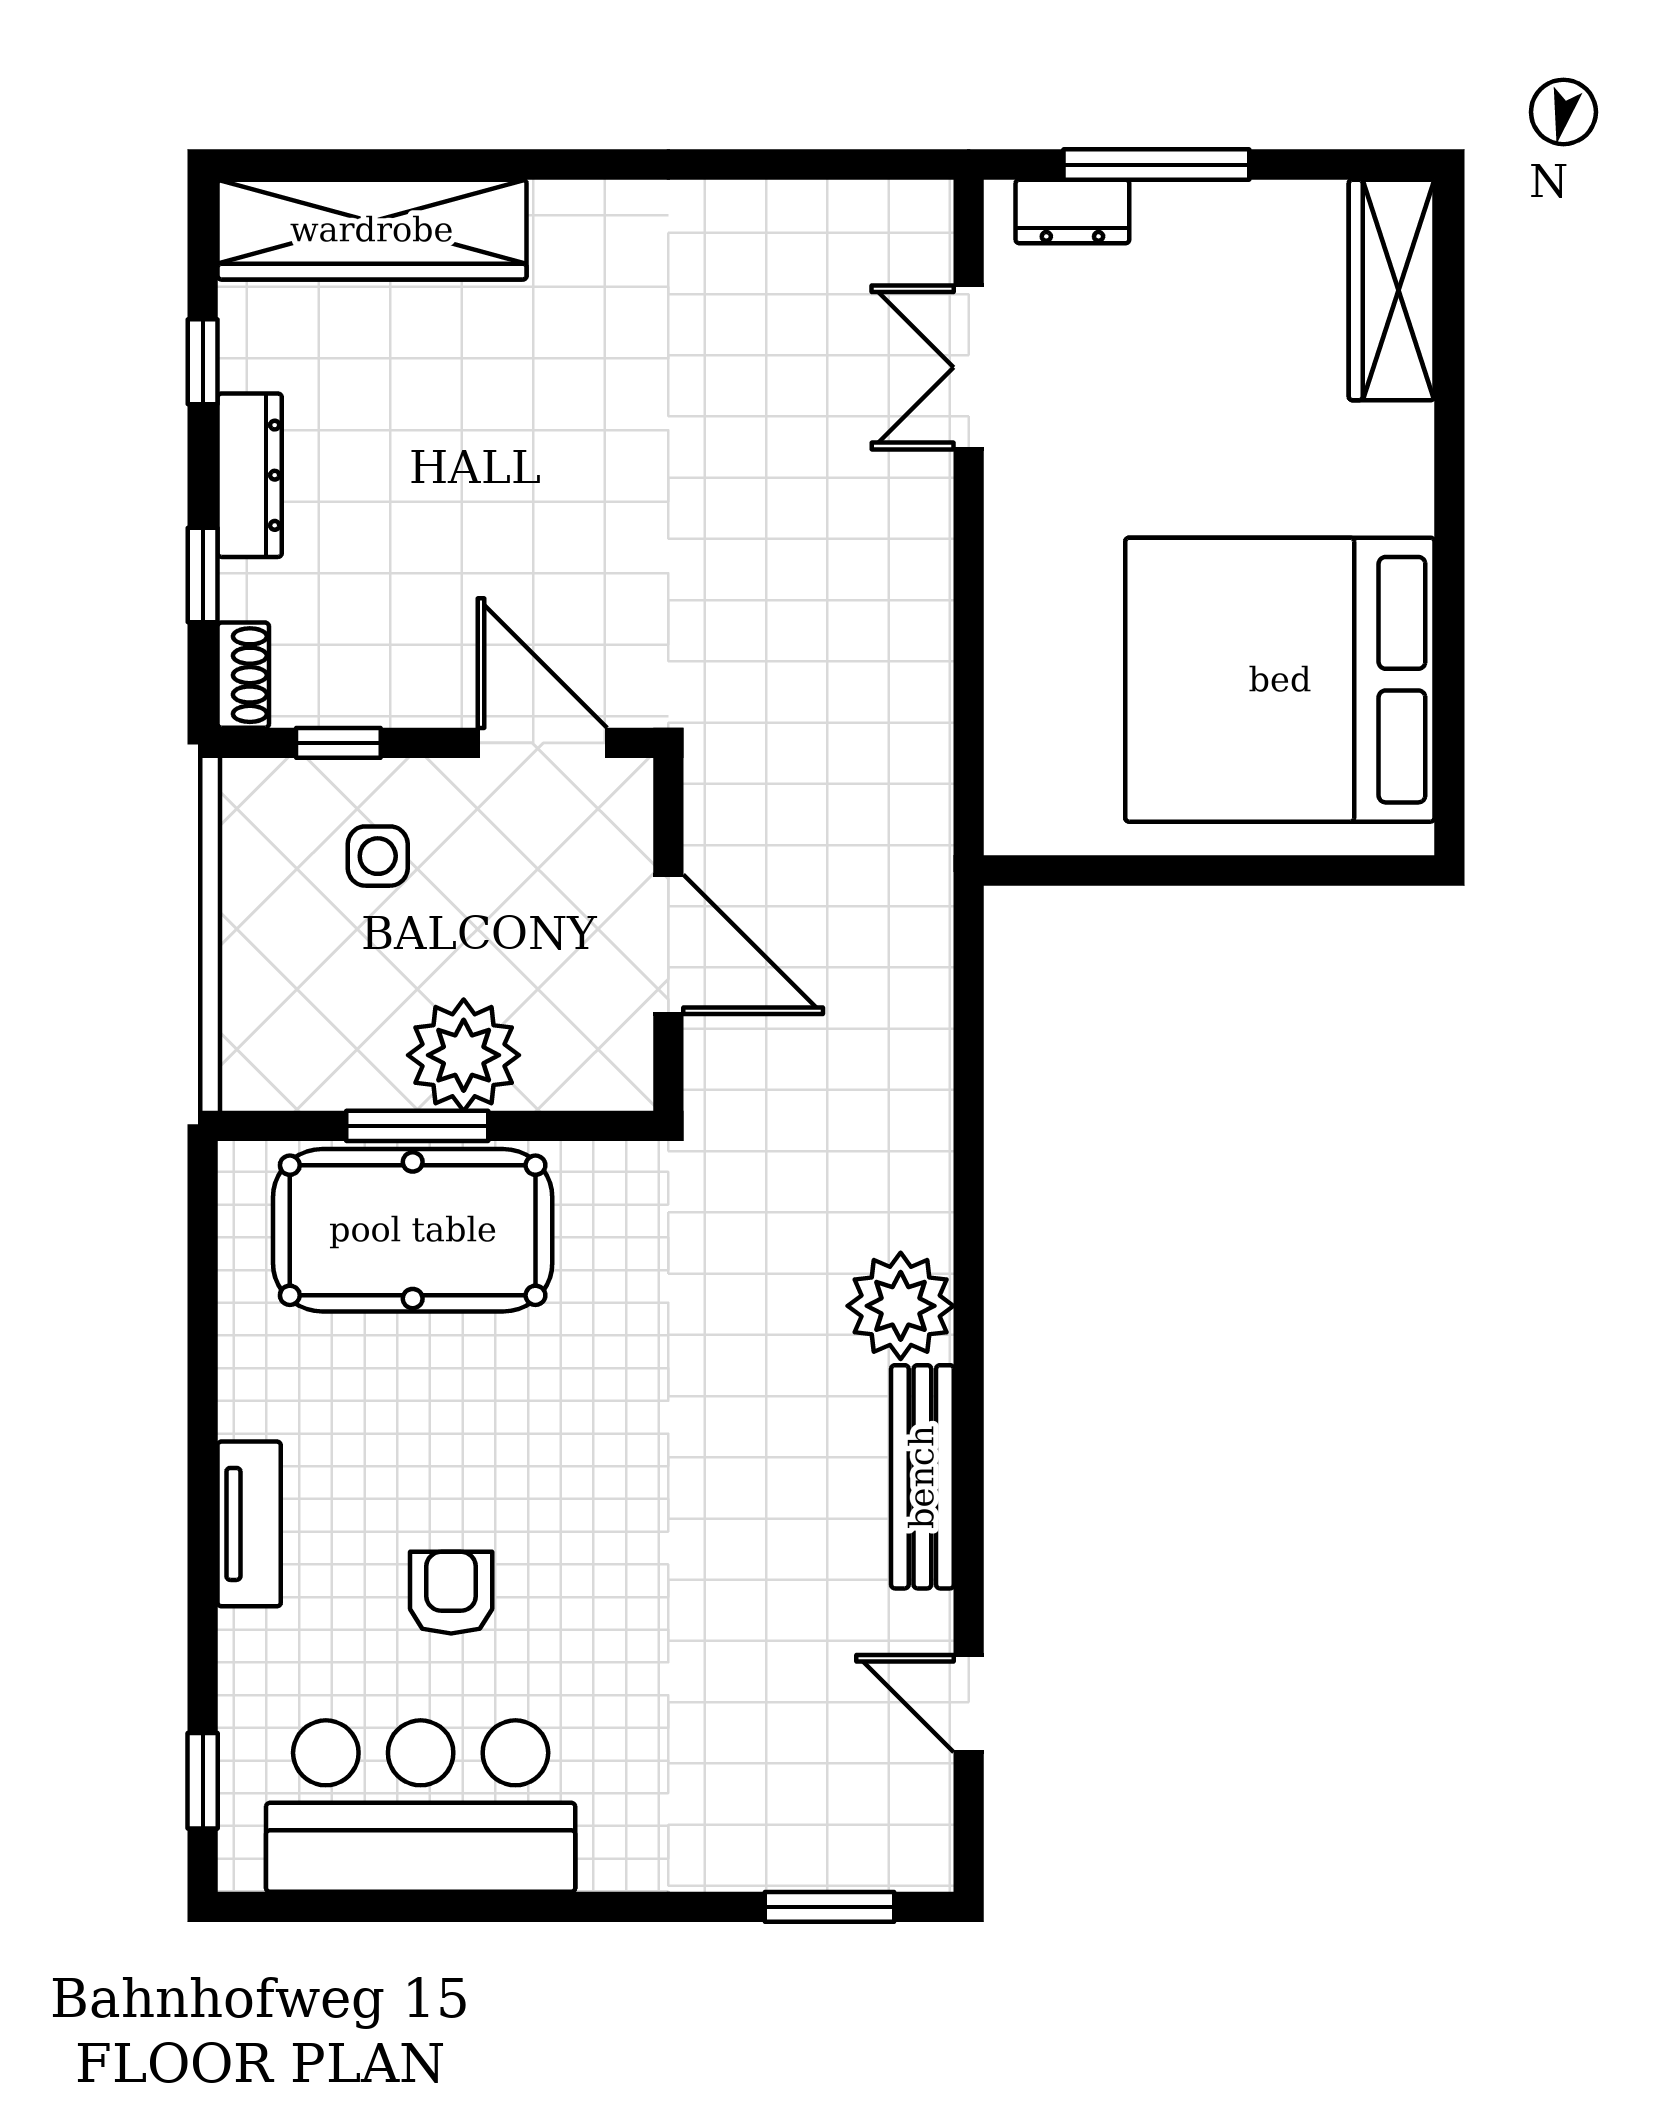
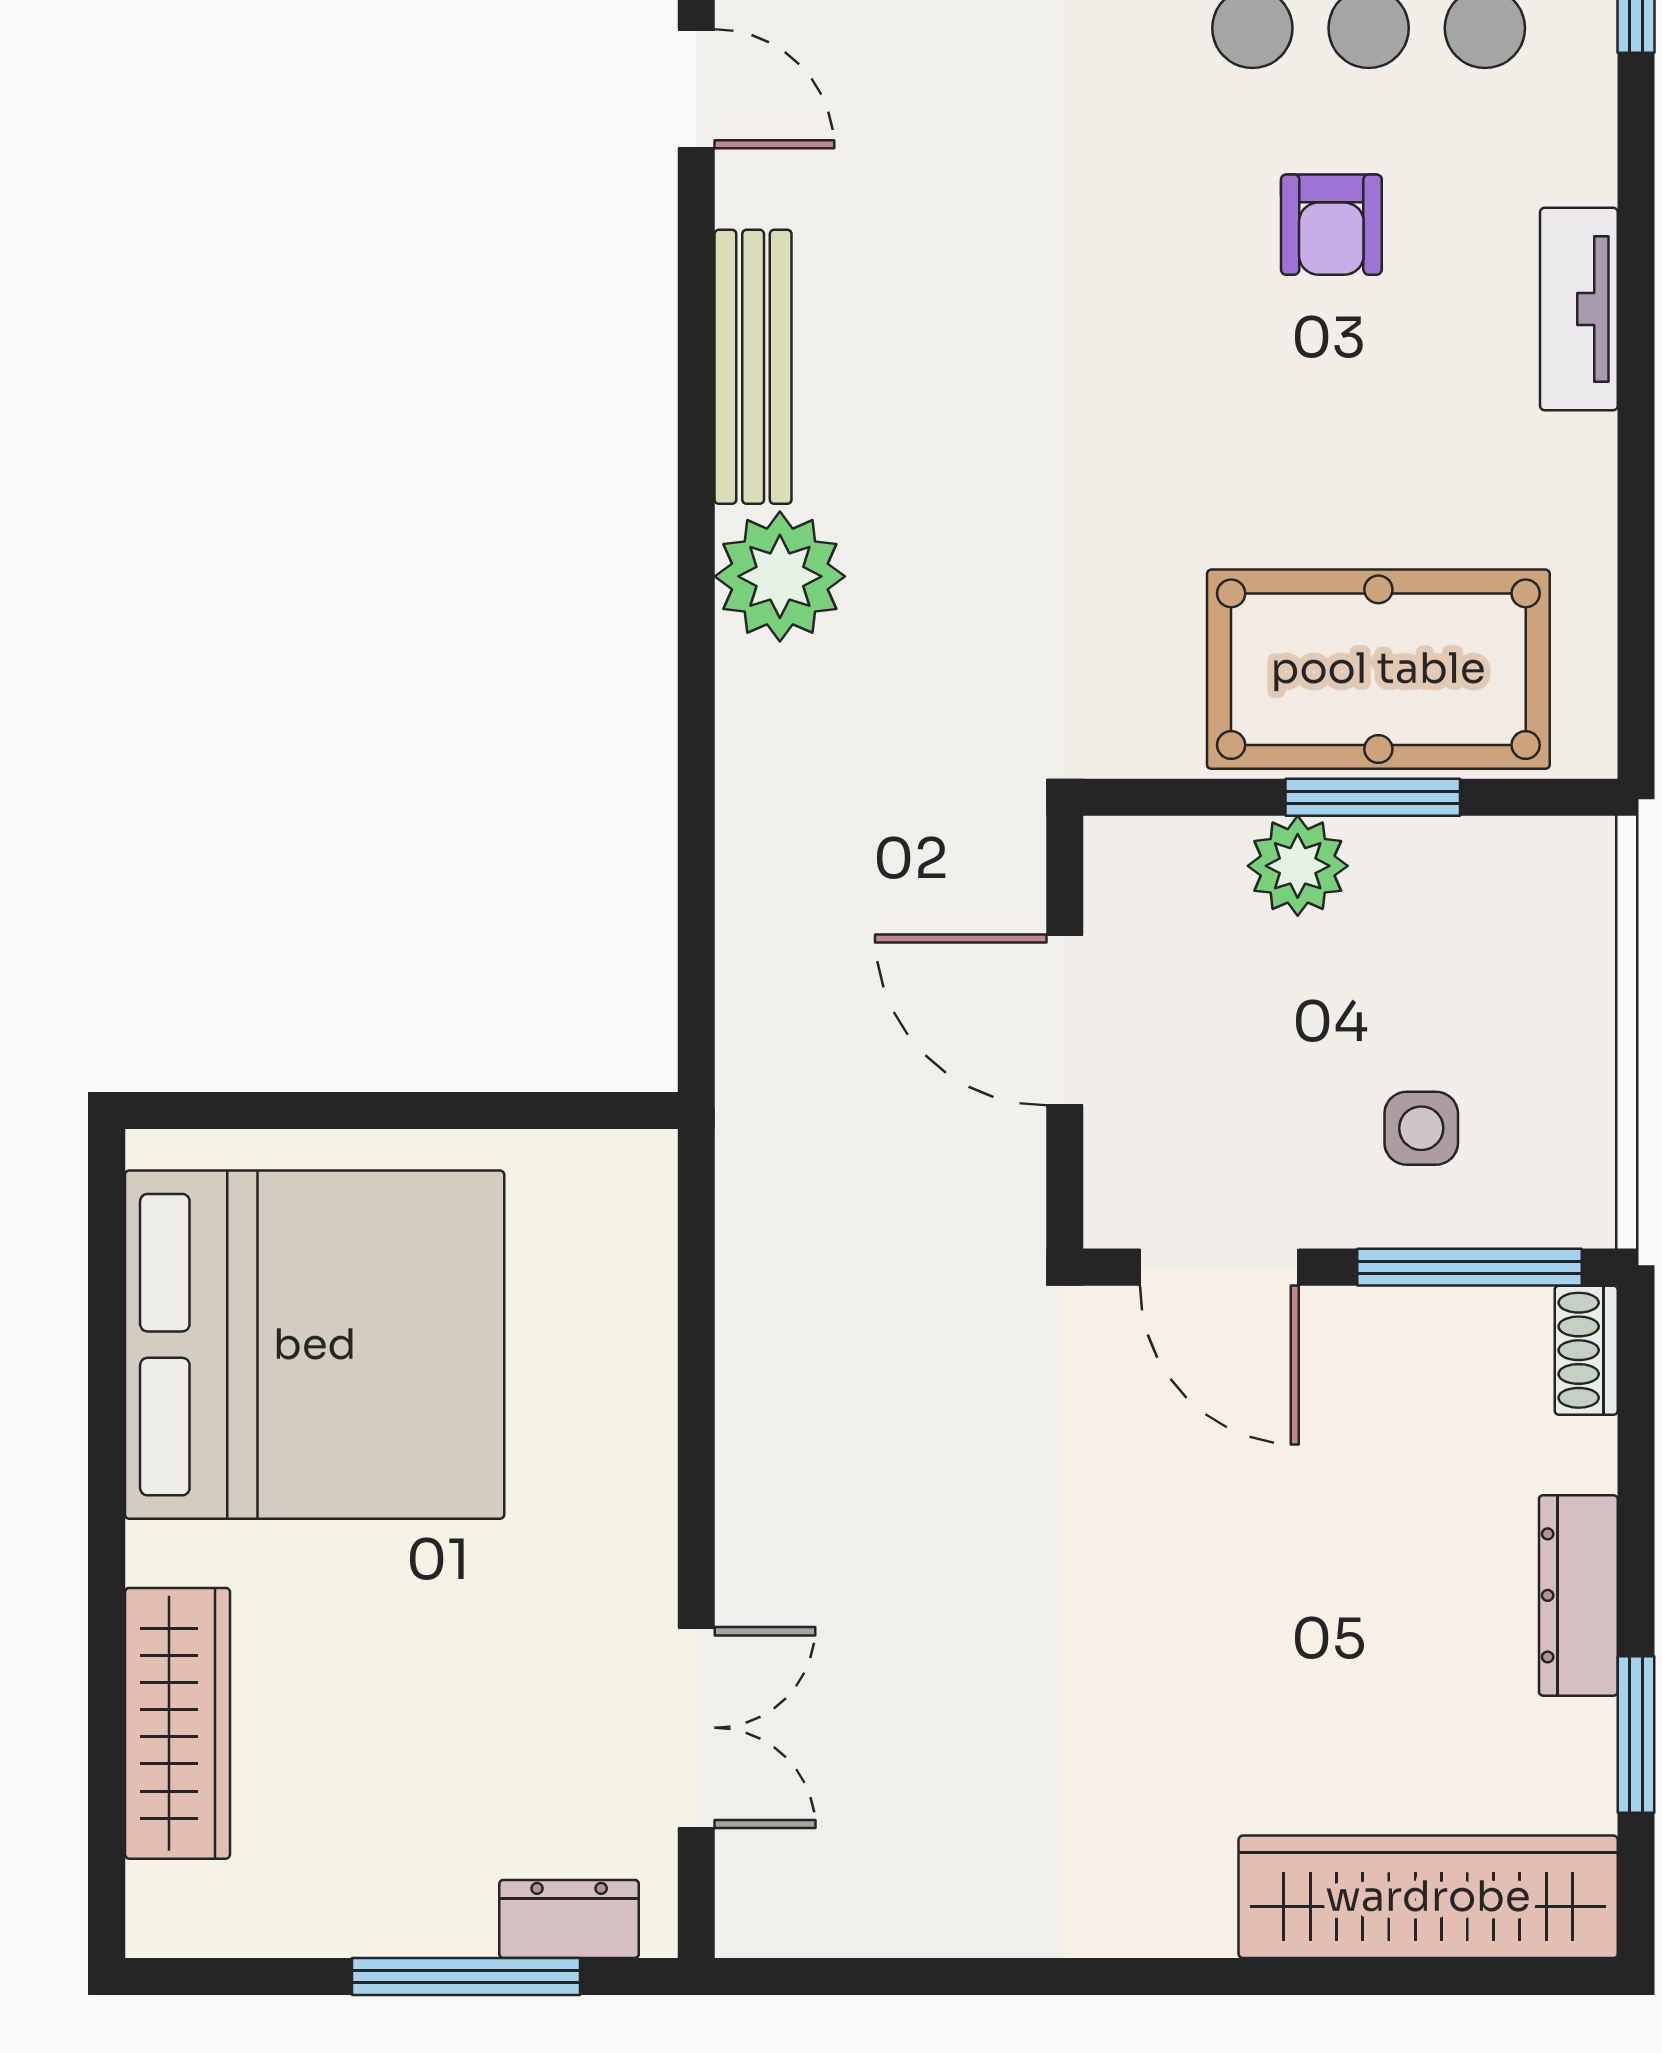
wardrobe: (1392, 290) -> (177, 1723), moved
window: (203, 362) -> (1636, 1735), width x1.50
window: (203, 575) -> (1636, 1473), removed
window: (338, 743) -> (1469, 1267), width x2.17
plant: (464, 1055) -> (1298, 866), width x0.73, depth x0.73

